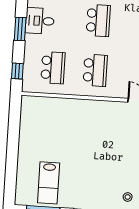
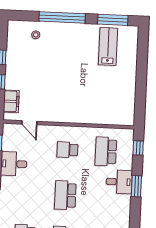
desk: (40, 21) -> (119, 182), moved
school desk: (95, 70) -> (67, 150), width x0.54

